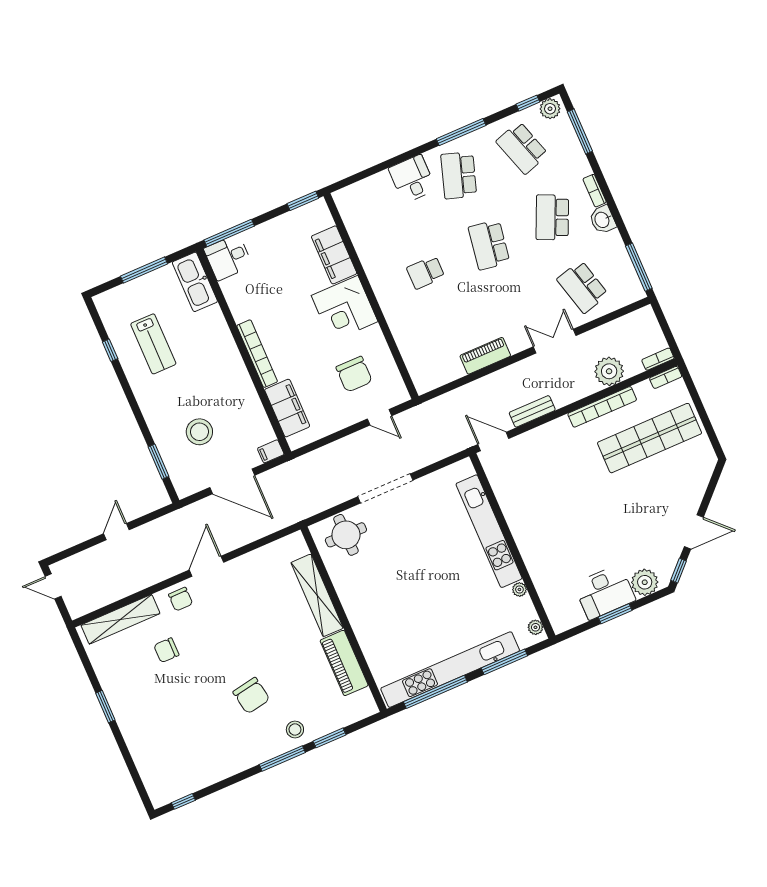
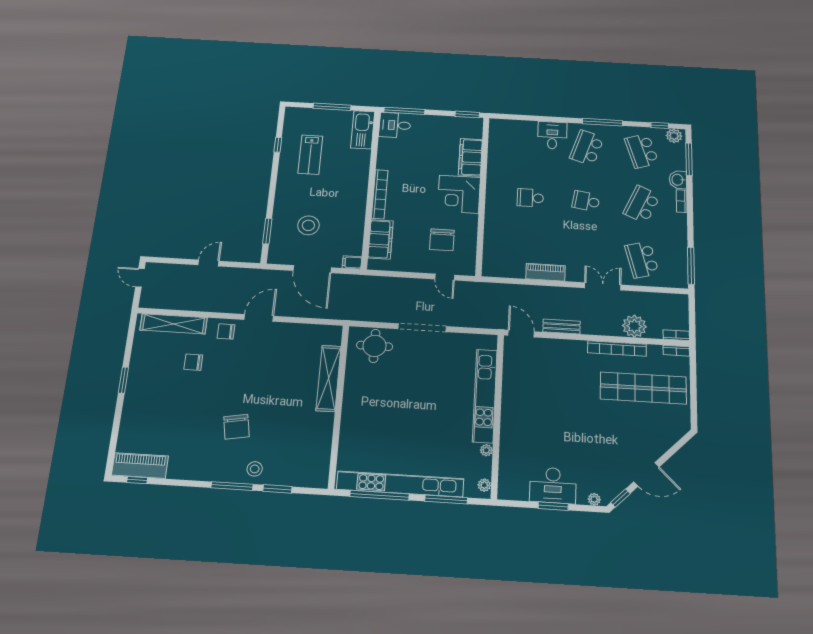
washbasin: (603, 220) -> (678, 180), moved
school desk: (489, 245) -> (586, 201), width x0.54
plant: (645, 582) -> (594, 499), width x0.53, depth x0.53
chair: (181, 599) -> (226, 331), turned 90
piano: (344, 663) -> (140, 466), moved, turned 90

